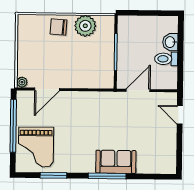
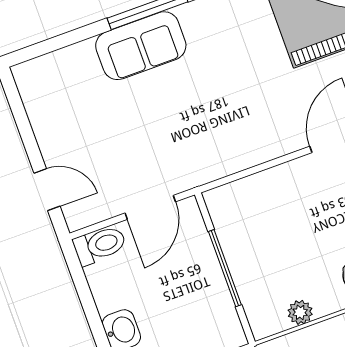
plant: (85, 26) -> (300, 312), width x0.53, depth x0.53
toilet: (166, 59) -> (100, 245), moved

